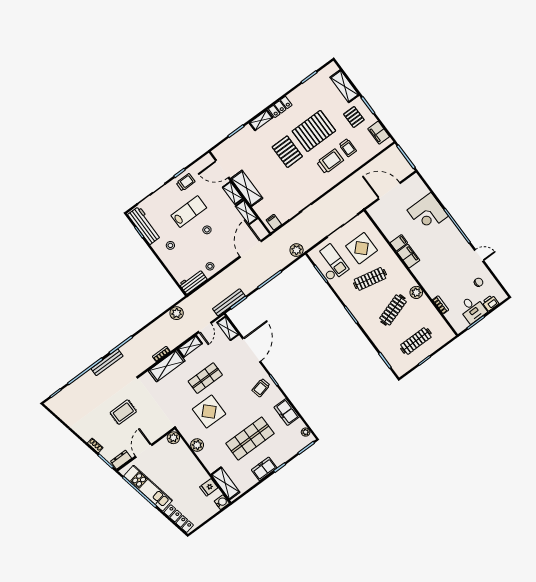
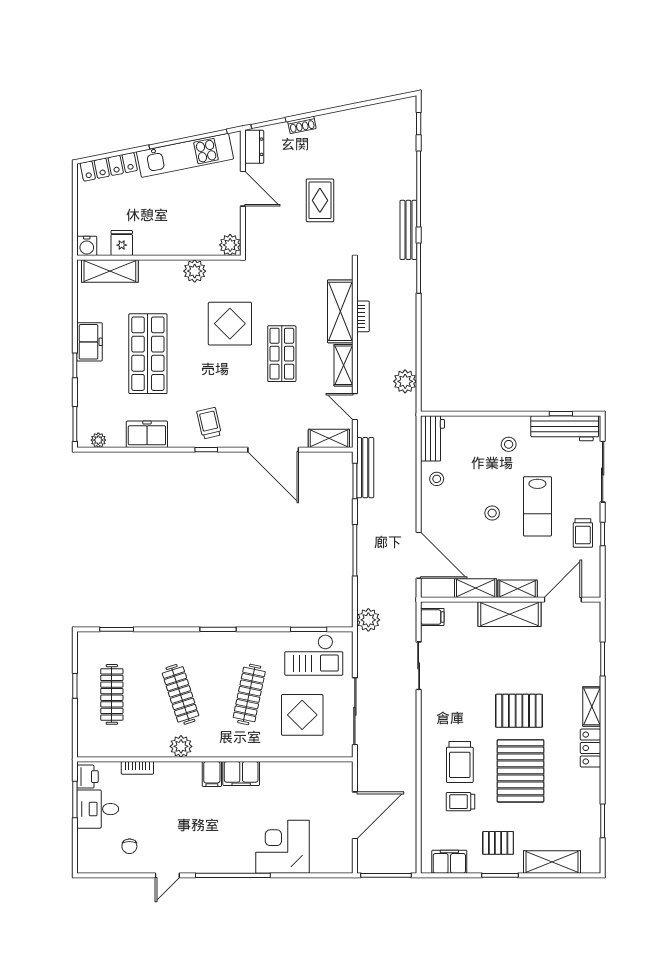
filing cabinet: (399, 243) -> (212, 774), moved
printer: (490, 303) -> (87, 777), moved

